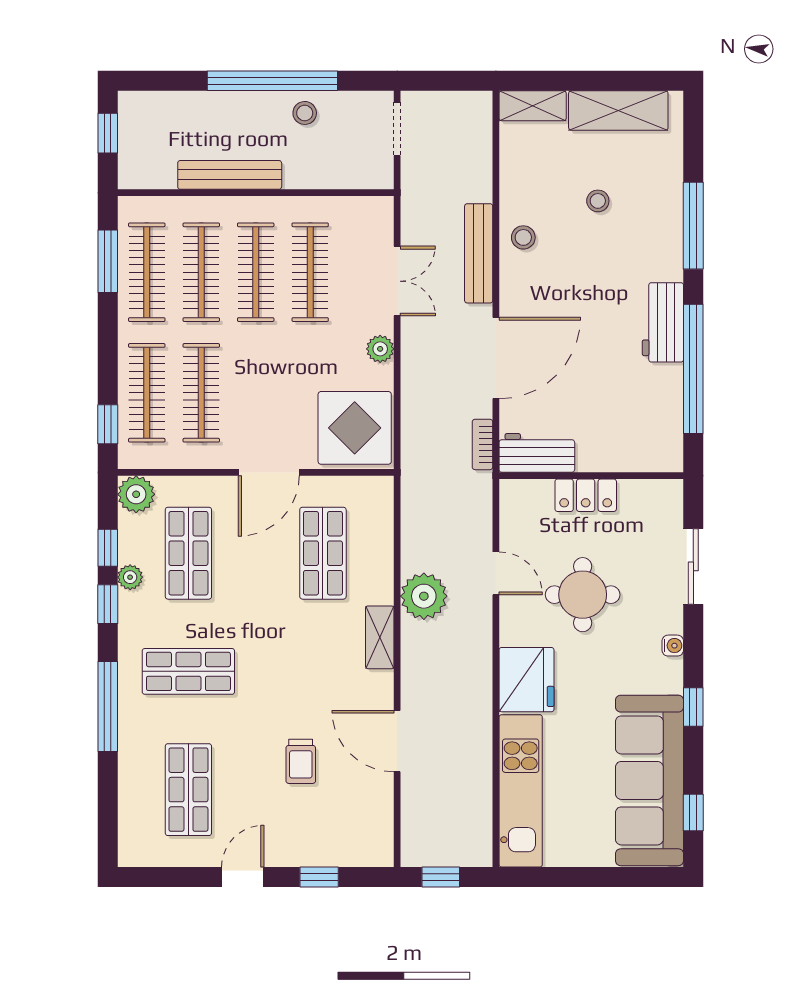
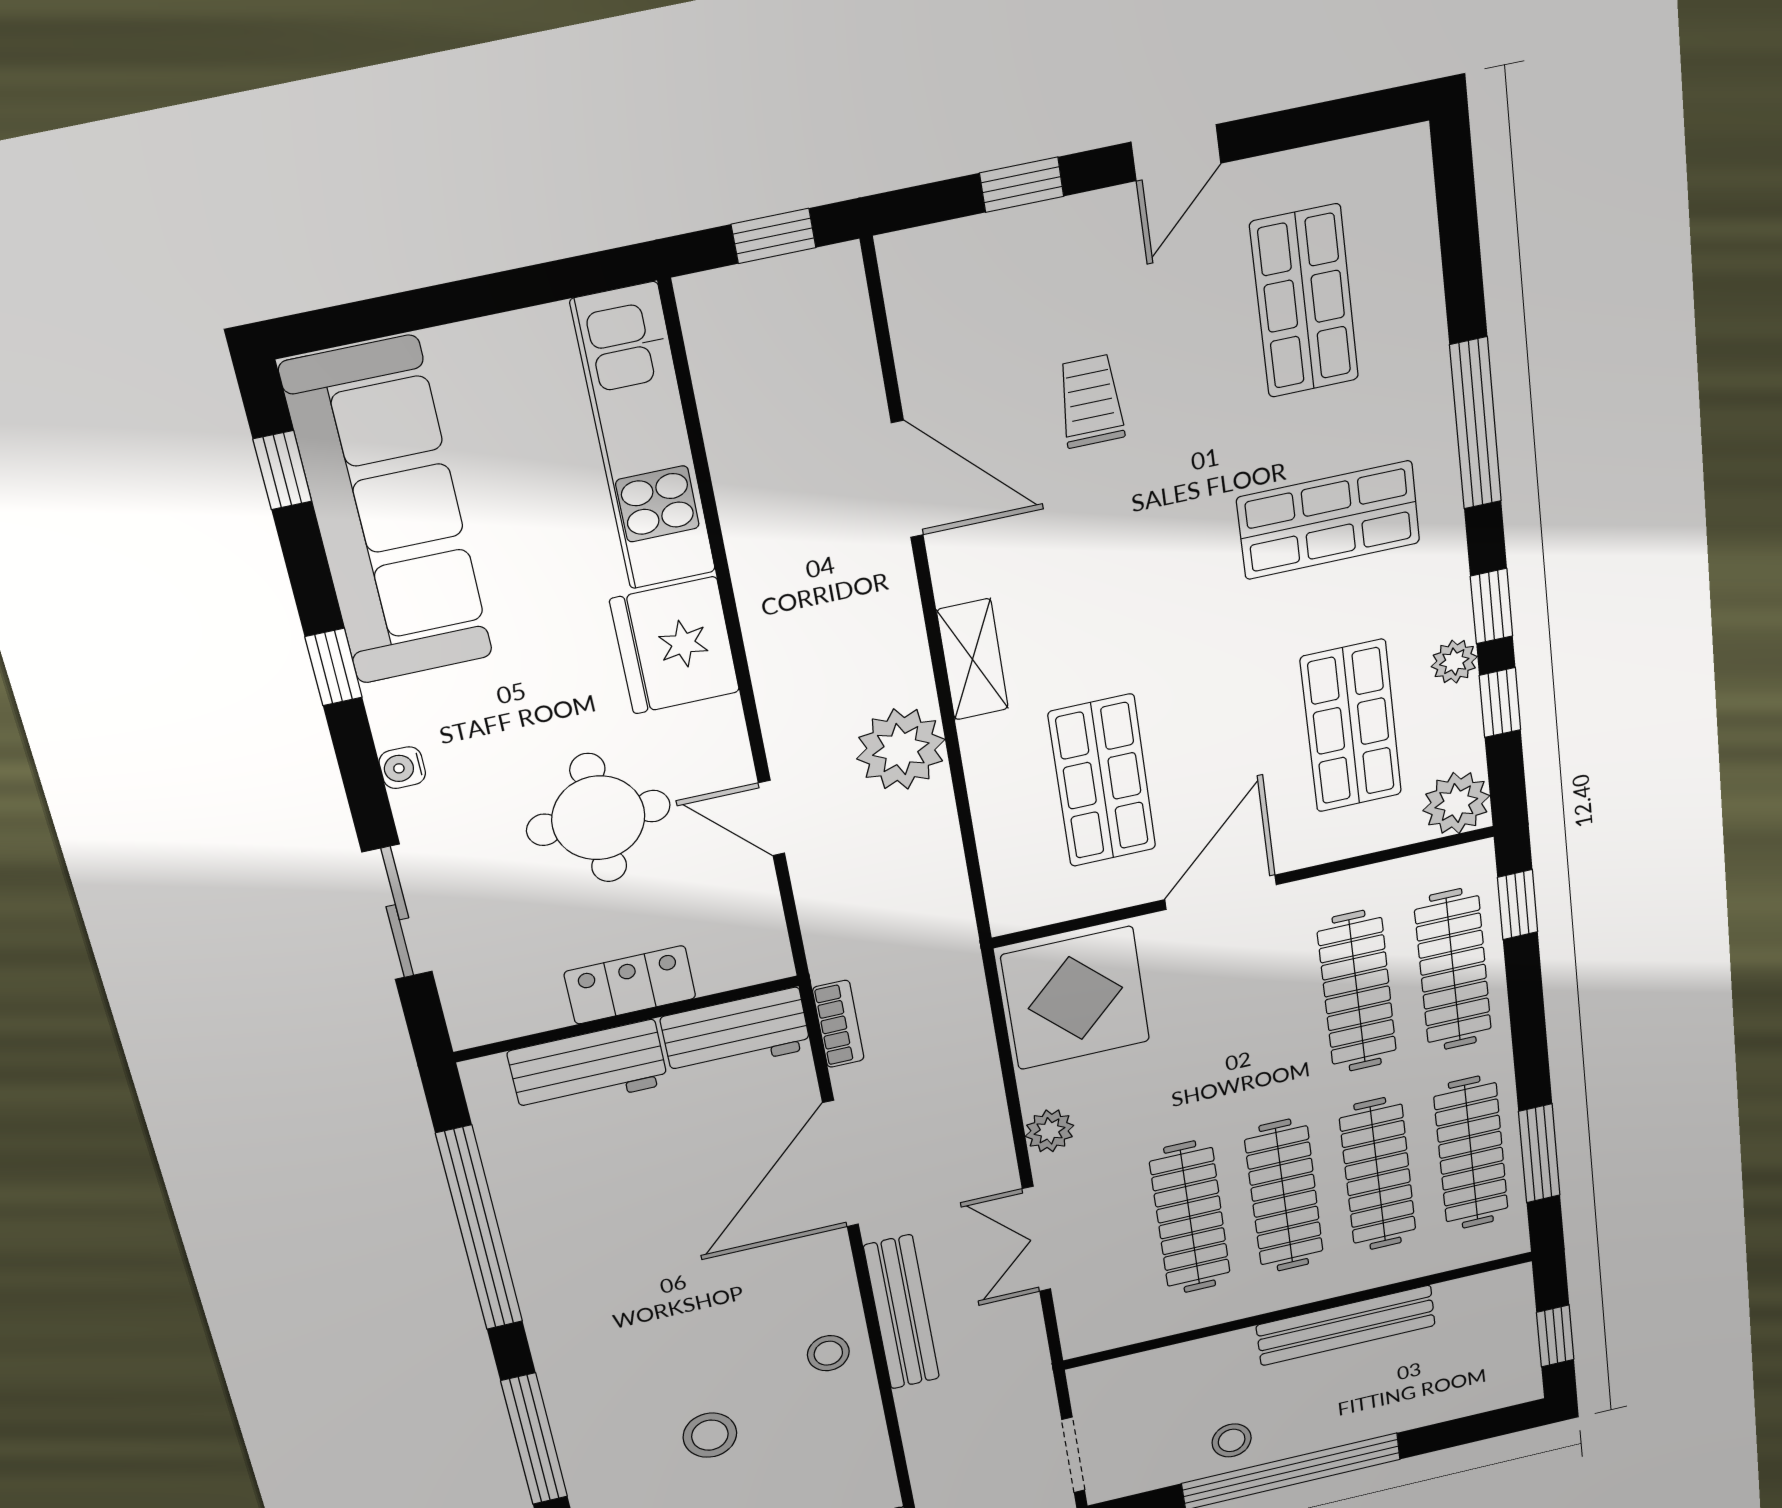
stool: (598, 201) -> (710, 1435), width x1.37, depth x1.37
workbench: (663, 322) -> (588, 1068), moved, turned 90

